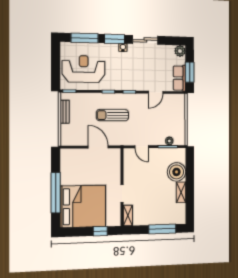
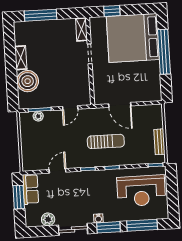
plant: (180, 51) -> (48, 219), moved
door: (142, 147) -> (70, 108), swing flipped

